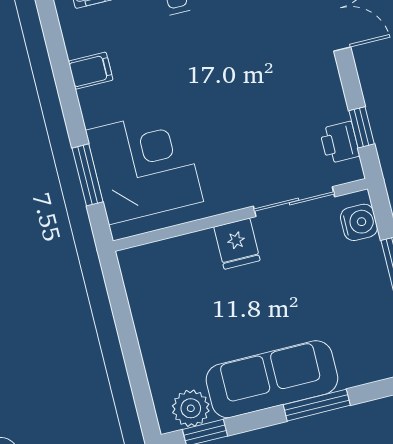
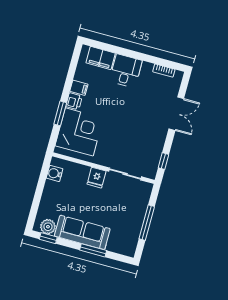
printer: (340, 142) -> (74, 101), moved, turned 180
window: (88, 175) -> (60, 113), moved
water cooler: (359, 222) -> (55, 173), moved, turned 180

